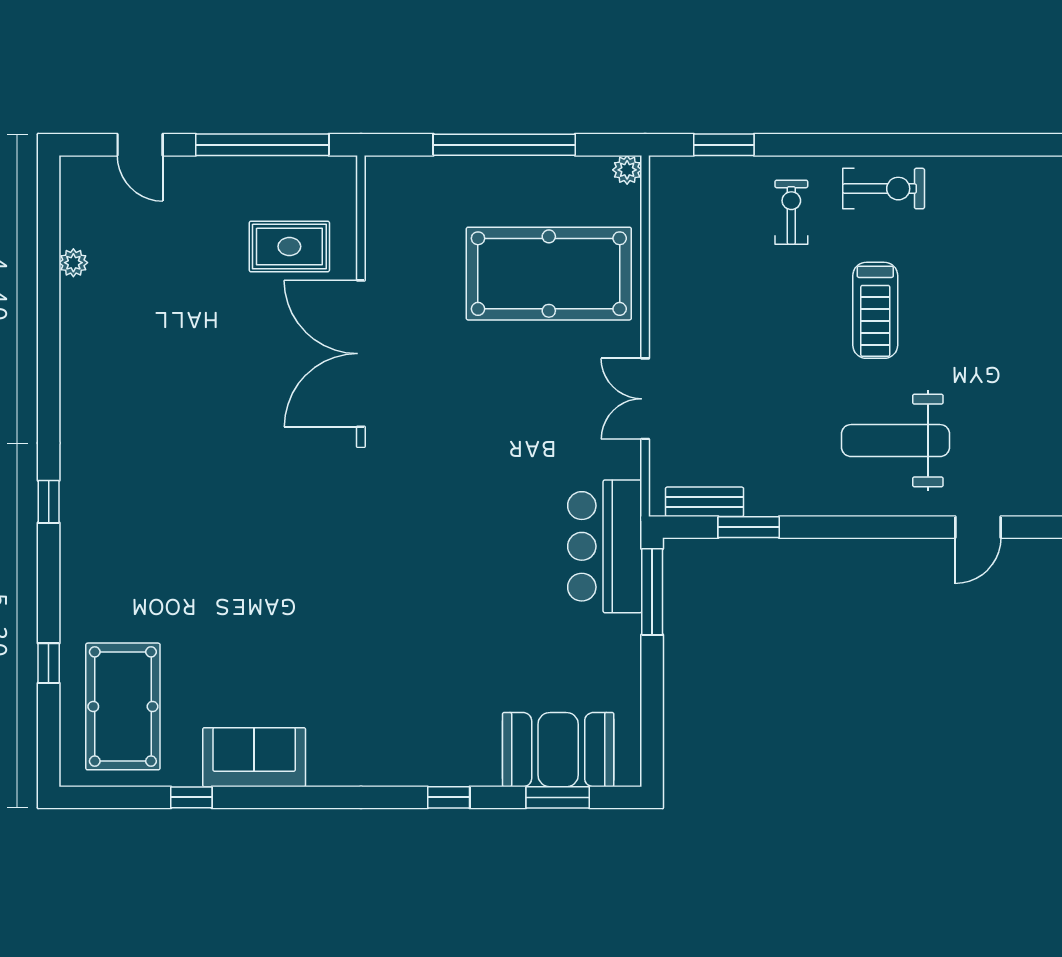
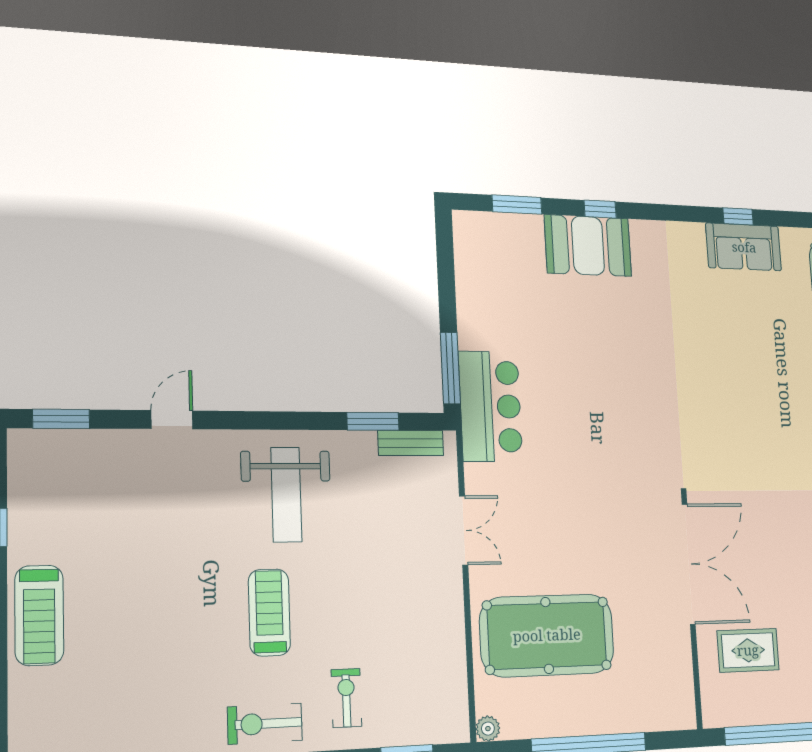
exercise bike: (791, 212) -> (346, 698), turned 180
weight bench: (896, 441) -> (286, 494), moved, turned 90
booth: (558, 750) -> (588, 246), moved
window: (191, 797) -> (738, 216), moved

